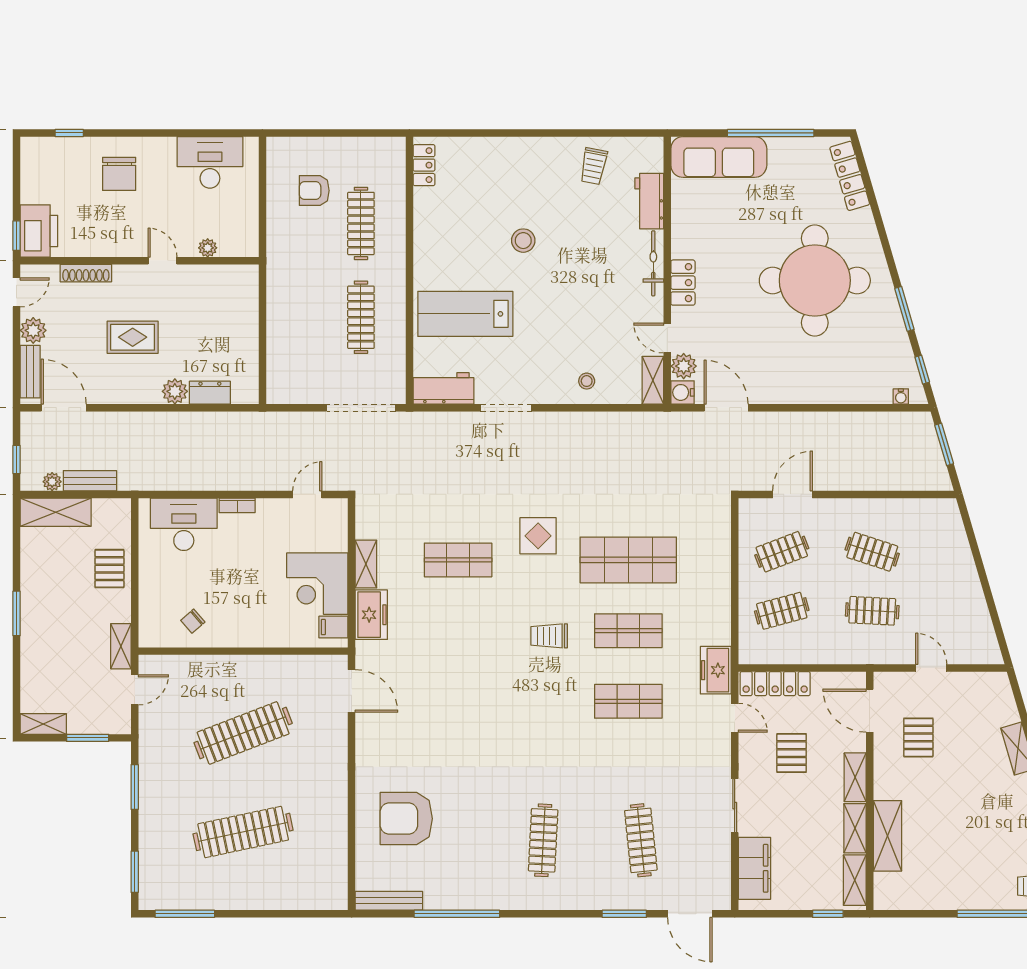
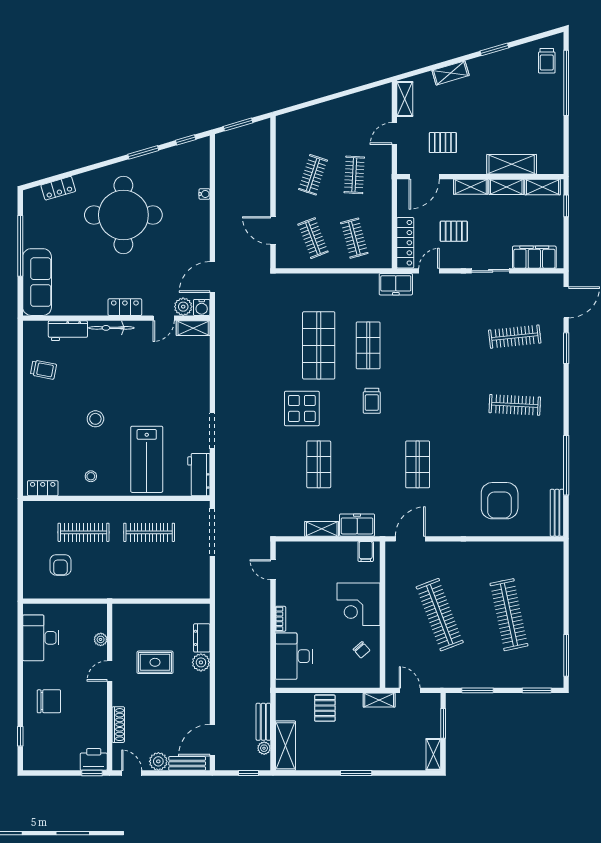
locker: (850, 176) -> (58, 188), width x0.66
printer: (39, 231) -> (94, 759), width x0.73, depth x0.84
rug: (133, 337) -> (155, 662), moved, turned 90
stool: (587, 381) -> (91, 476), moved
water cooler: (901, 396) -> (204, 194), moved
display table: (538, 536) -> (302, 408), width x1.36, depth x1.36
pallet: (109, 569) -> (325, 708), turned 90
corner desk: (317, 584) -> (359, 604), moved, turned 90
shelving: (981, 683) -> (405, 99), added
shop shelf: (628, 701) -> (418, 464), moved

